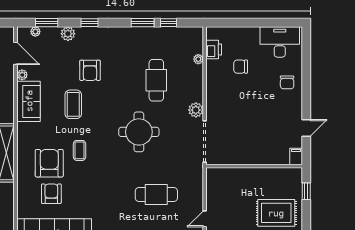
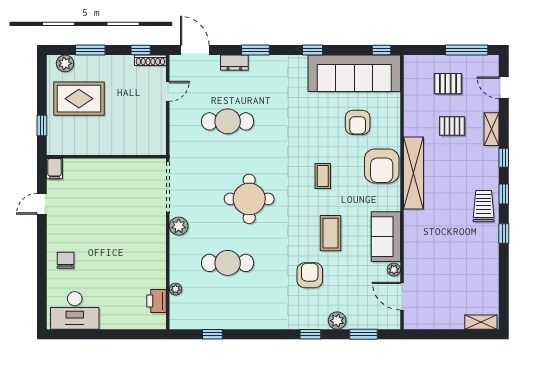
window: (143, 23) -> (245, 334), removed
plant: (35, 32) -> (377, 323), removed
chair: (241, 67) -> (123, 280), removed
cafe table: (156, 80) -> (228, 263), turned 90
armchair: (49, 163) -> (382, 166), moved

